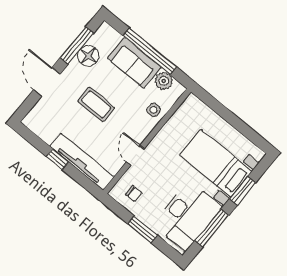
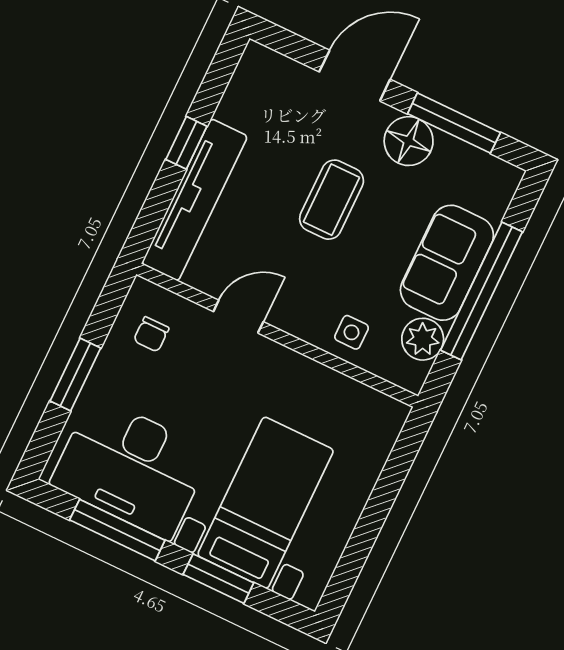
floor lamp: (88, 56) -> (409, 141), moved

